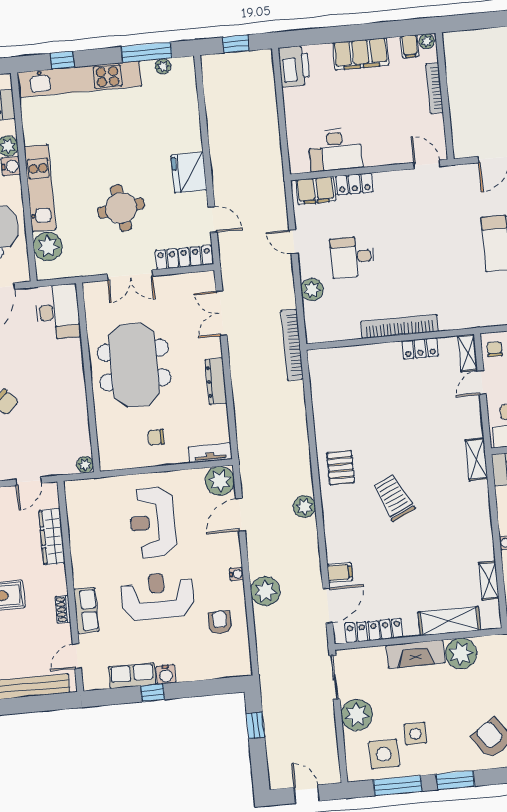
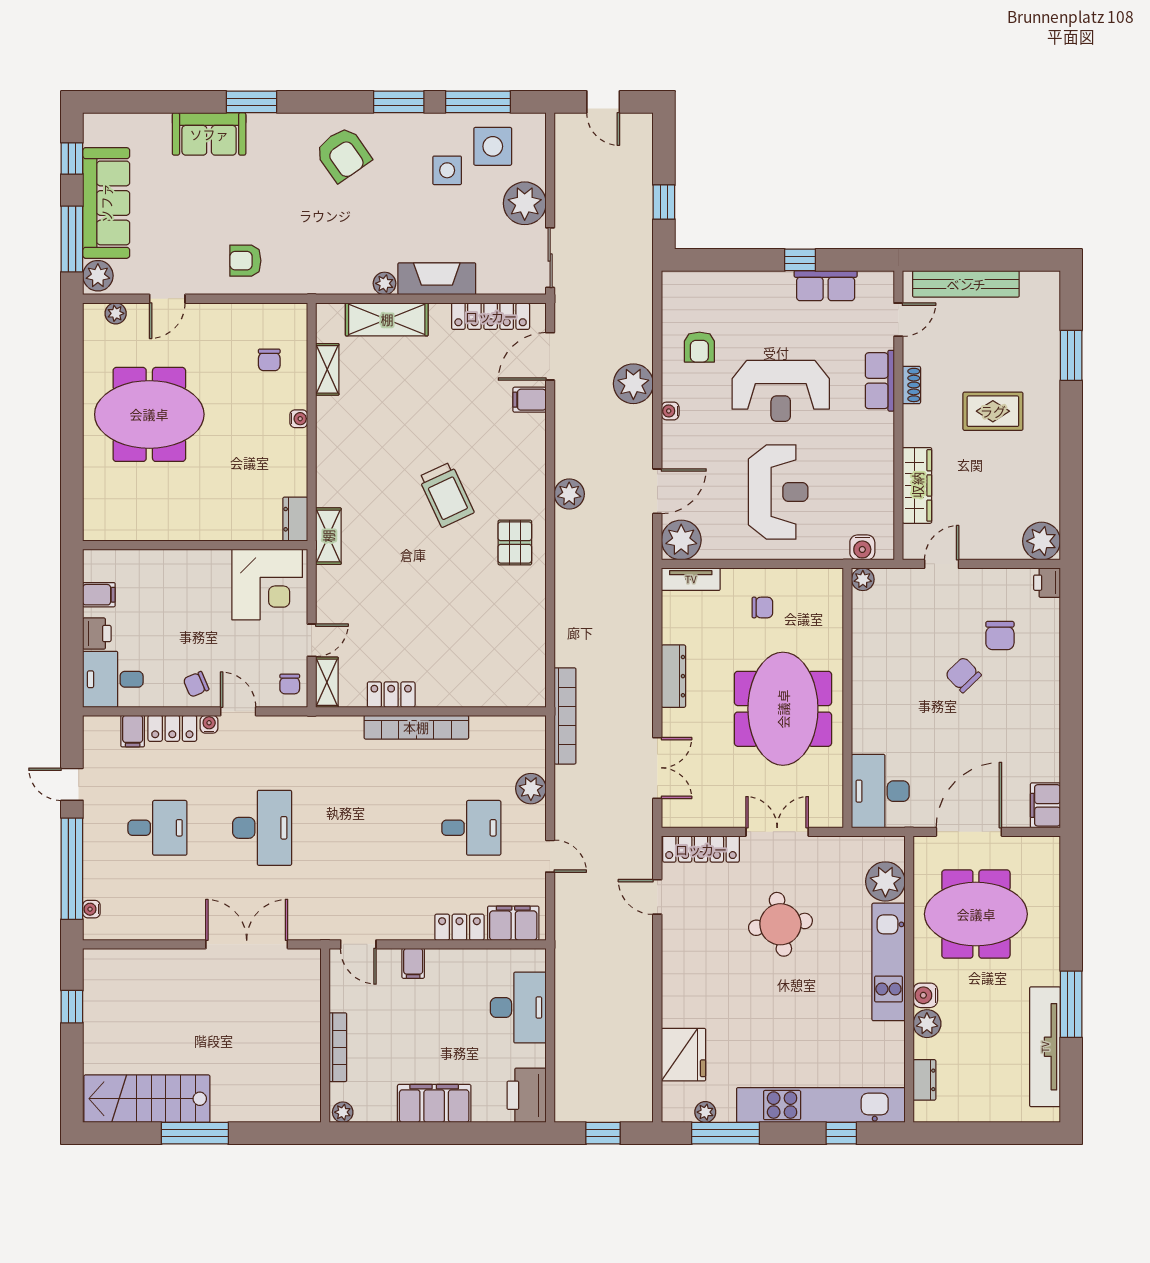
filing cabinet: (410, 46) -> (413, 963), moved, turned 180
desk: (335, 150) -> (518, 1008), moved, turned 90
fridge: (189, 173) -> (684, 1055), moved
plant: (461, 654) -> (385, 283), width x0.53, depth x0.53
water cooler: (166, 674) -> (862, 547), moved, turned 180

